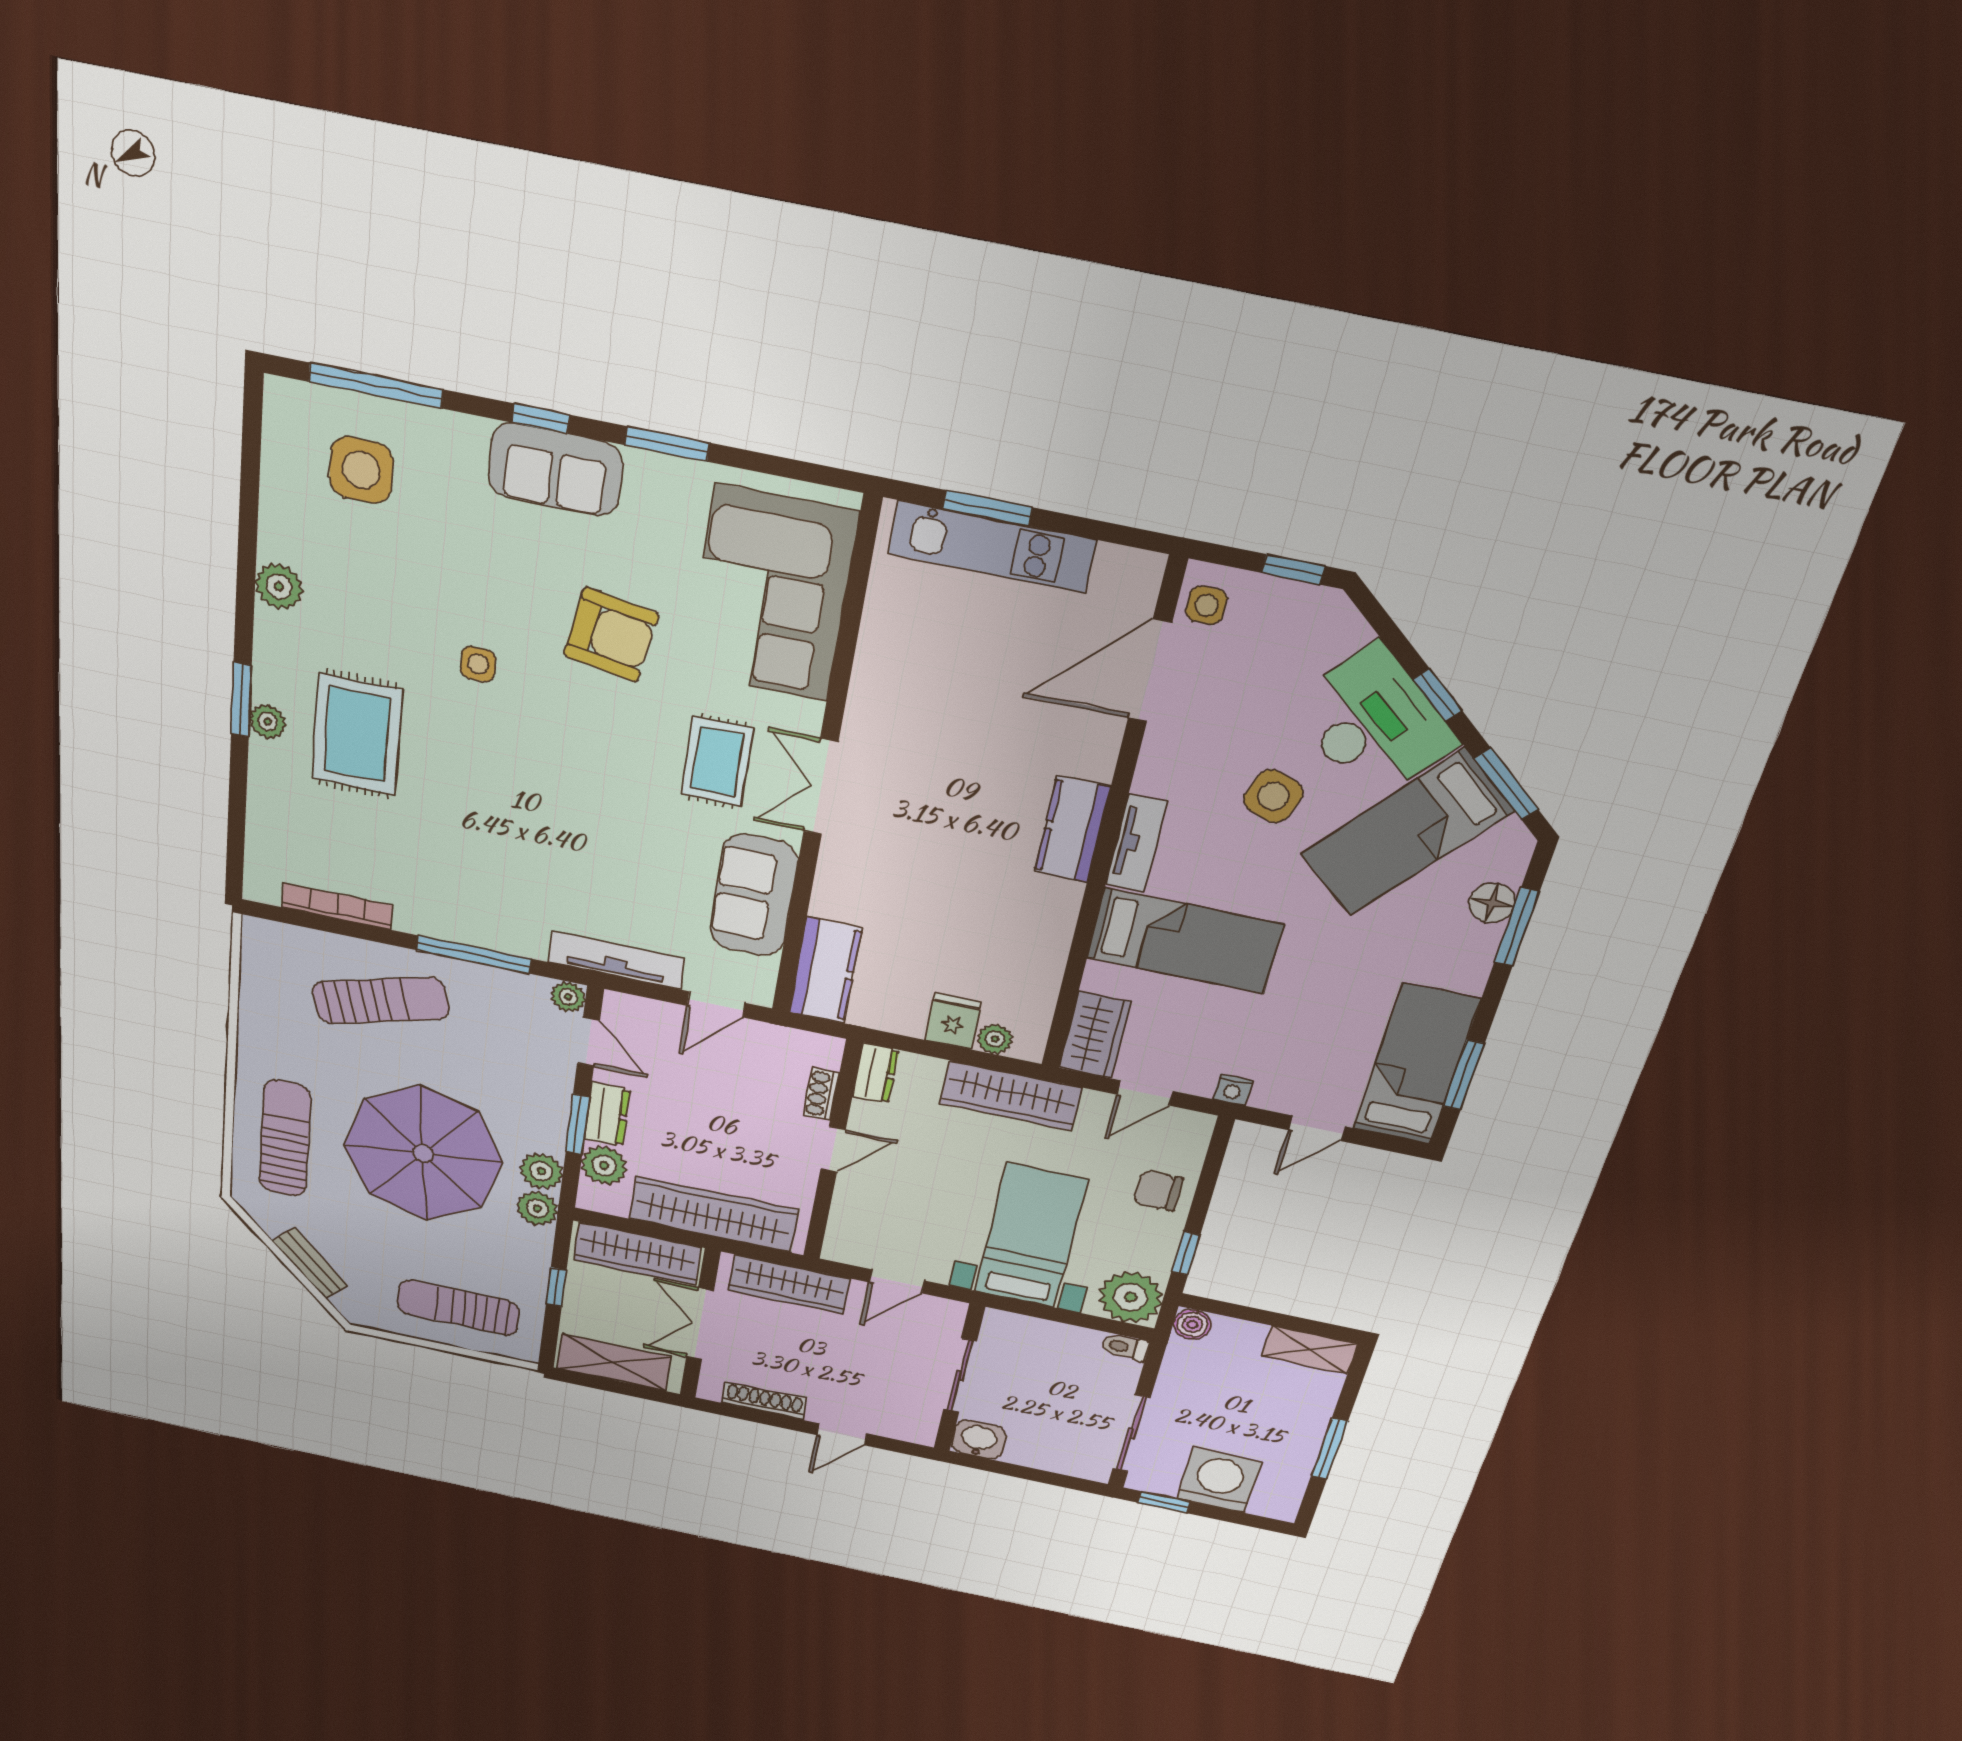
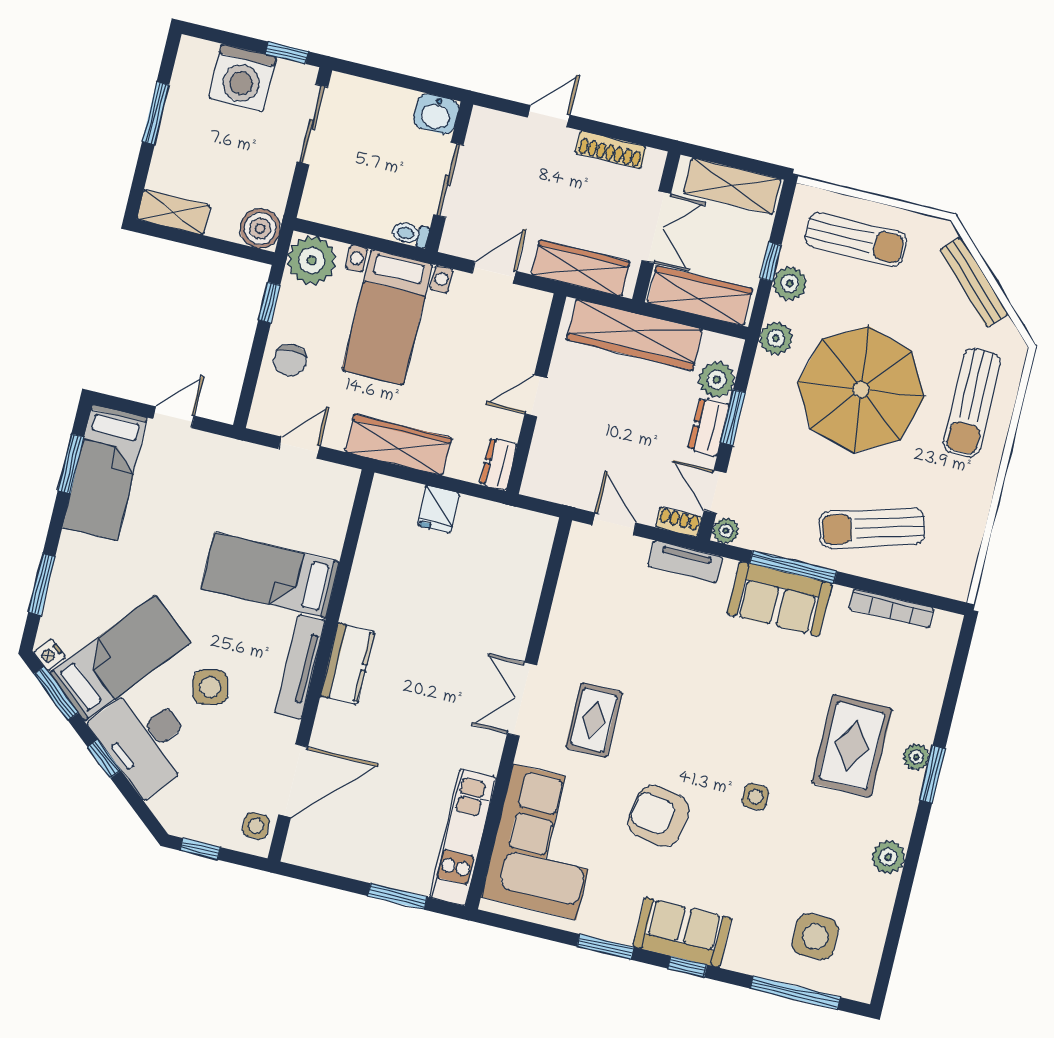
kitchen unit: (992, 547) -> (463, 837), moved, turned -90
double door: (821, 787) -> (522, 699), swing flipped
side table: (1273, 796) -> (210, 687), turned -34
tv unit: (1136, 843) -> (300, 667), width x1.41
sofa: (754, 895) -> (780, 599), moved, turned 90
floor lamp: (1492, 903) -> (60, 603), removed
tv unit: (616, 960) -> (685, 562), width x0.71
kitchen counter: (825, 970) -> (530, 552), removed
door: (716, 1004) -> (614, 524), hinge flipped
wardrobe: (1095, 1035) -> (335, 497), removed
plant: (995, 1039) -> (408, 494), removed
nightstand: (1233, 1090) -> (49, 655), moved, turned -140
shoe rack: (821, 1094) -> (679, 522), moved, turned -90
plant: (541, 1171) -> (790, 283), moved
chair: (1158, 1191) -> (290, 361), turned 90
bench: (310, 1263) -> (974, 282), width x1.36
boiler: (1192, 1325) -> (260, 228), width x1.36, depth x1.36
toilet: (1125, 1347) -> (410, 234), moved, turned 180

